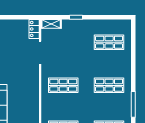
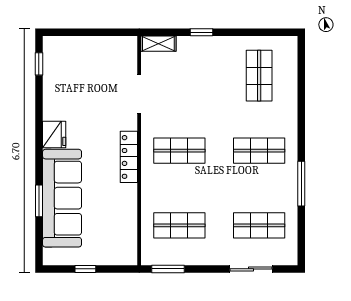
locker: (34, 29) -> (129, 157), moved, width x1.53
shop shelf: (109, 42) -> (259, 76), turned 90

